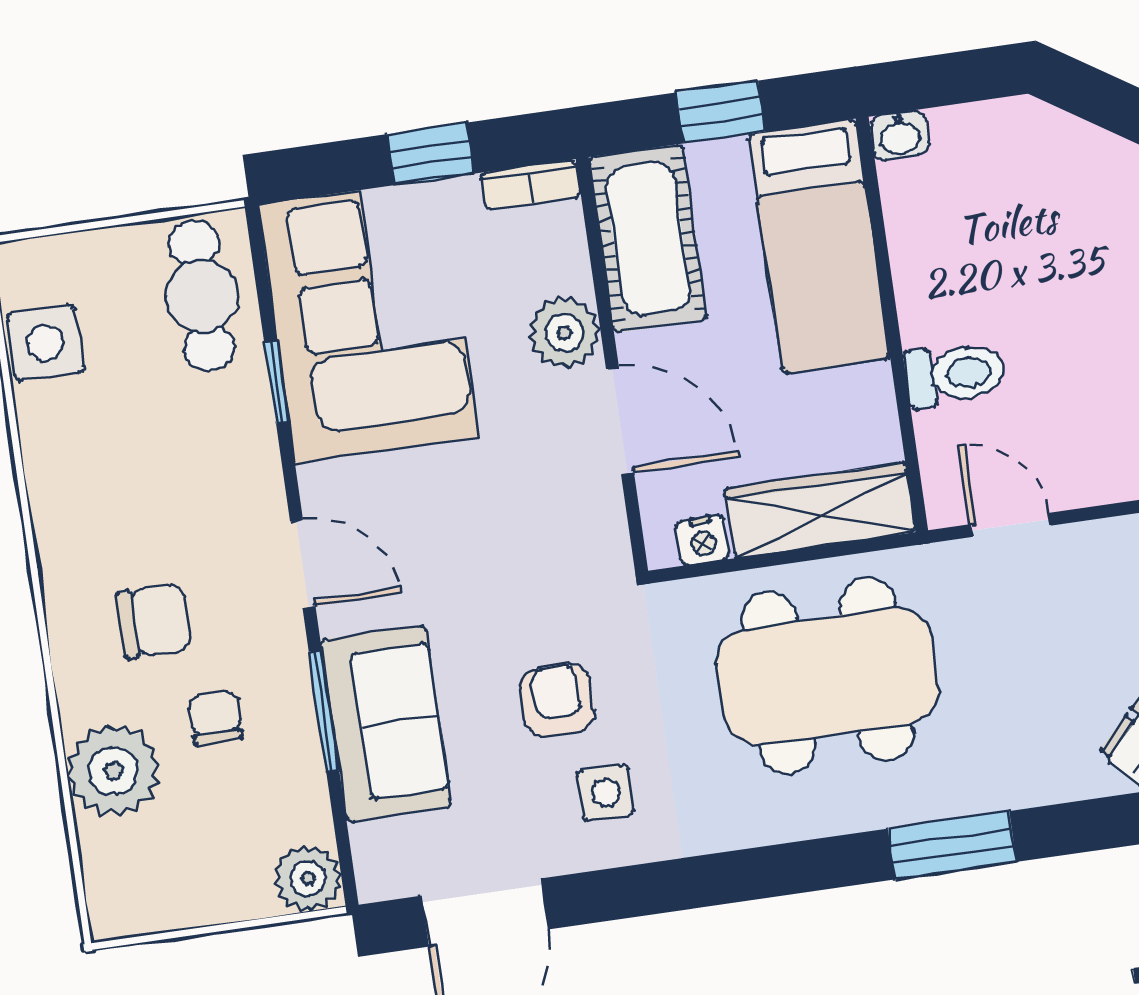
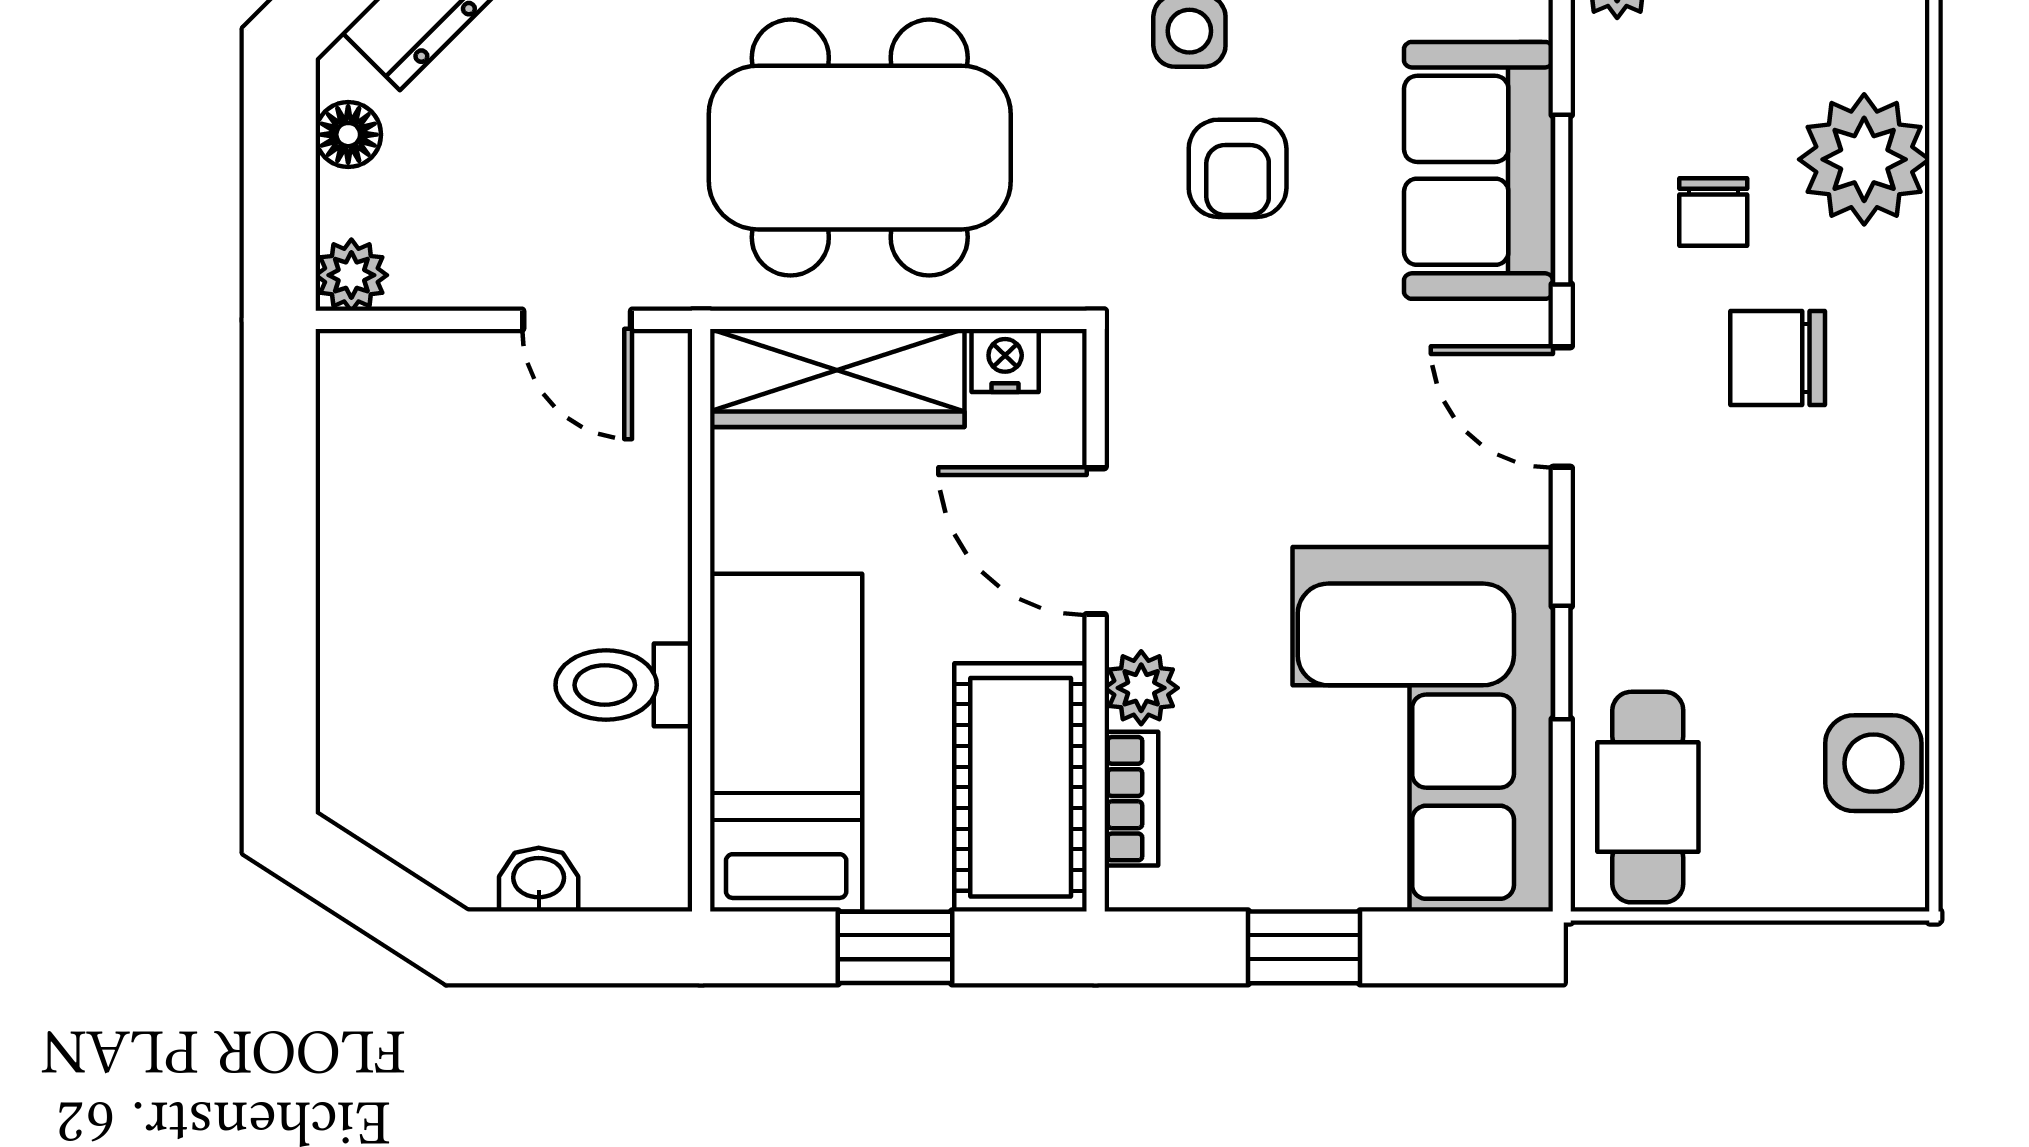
washbasin: (900, 135) -> (539, 880), moved
bookcase: (531, 185) -> (1131, 799), moved, turned 90
plant: (564, 333) -> (1141, 688), width x0.73, depth x0.73
toilet: (955, 374) -> (624, 685), moved

